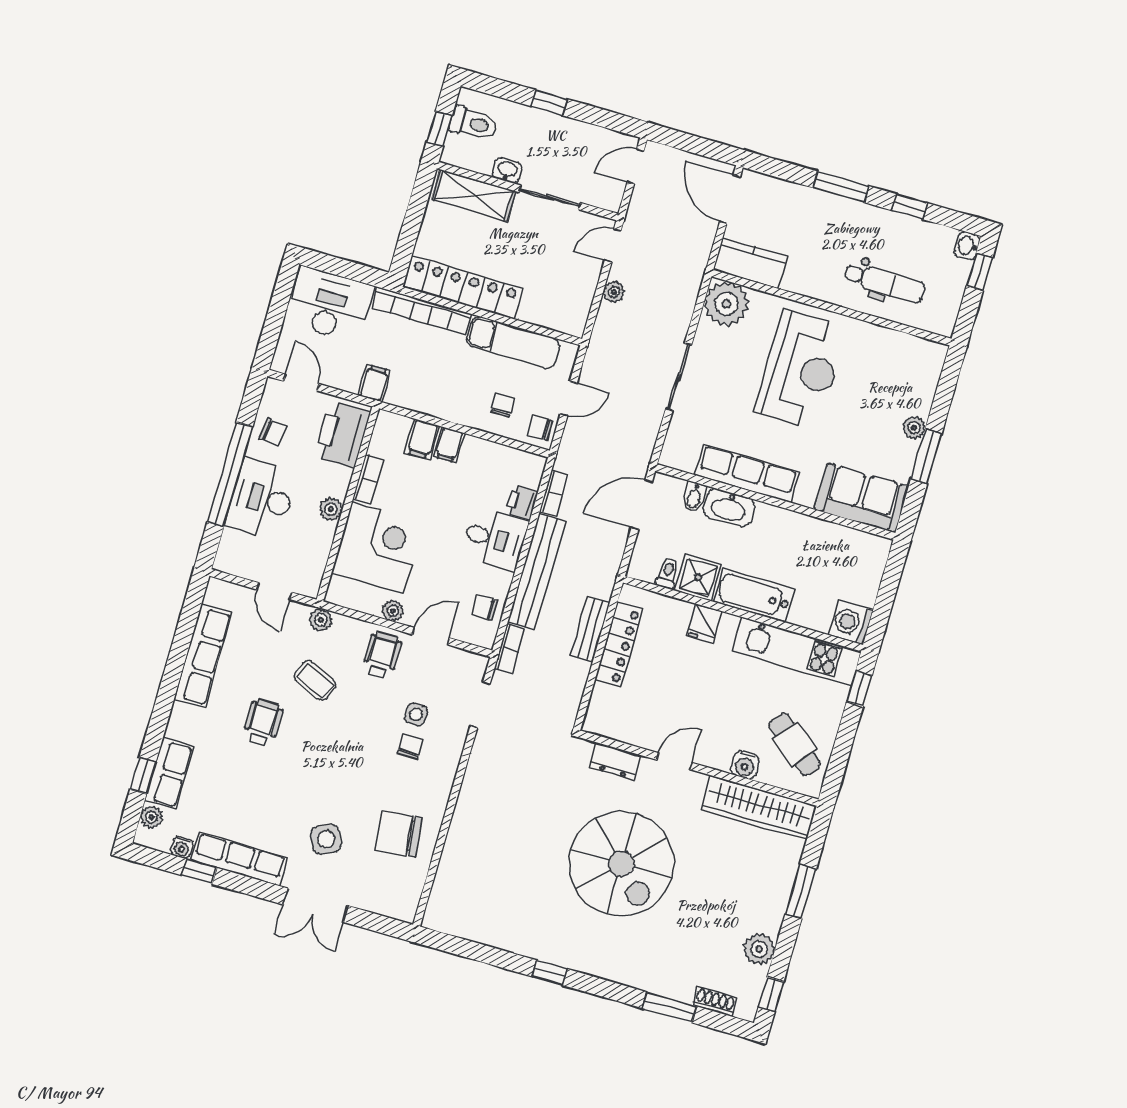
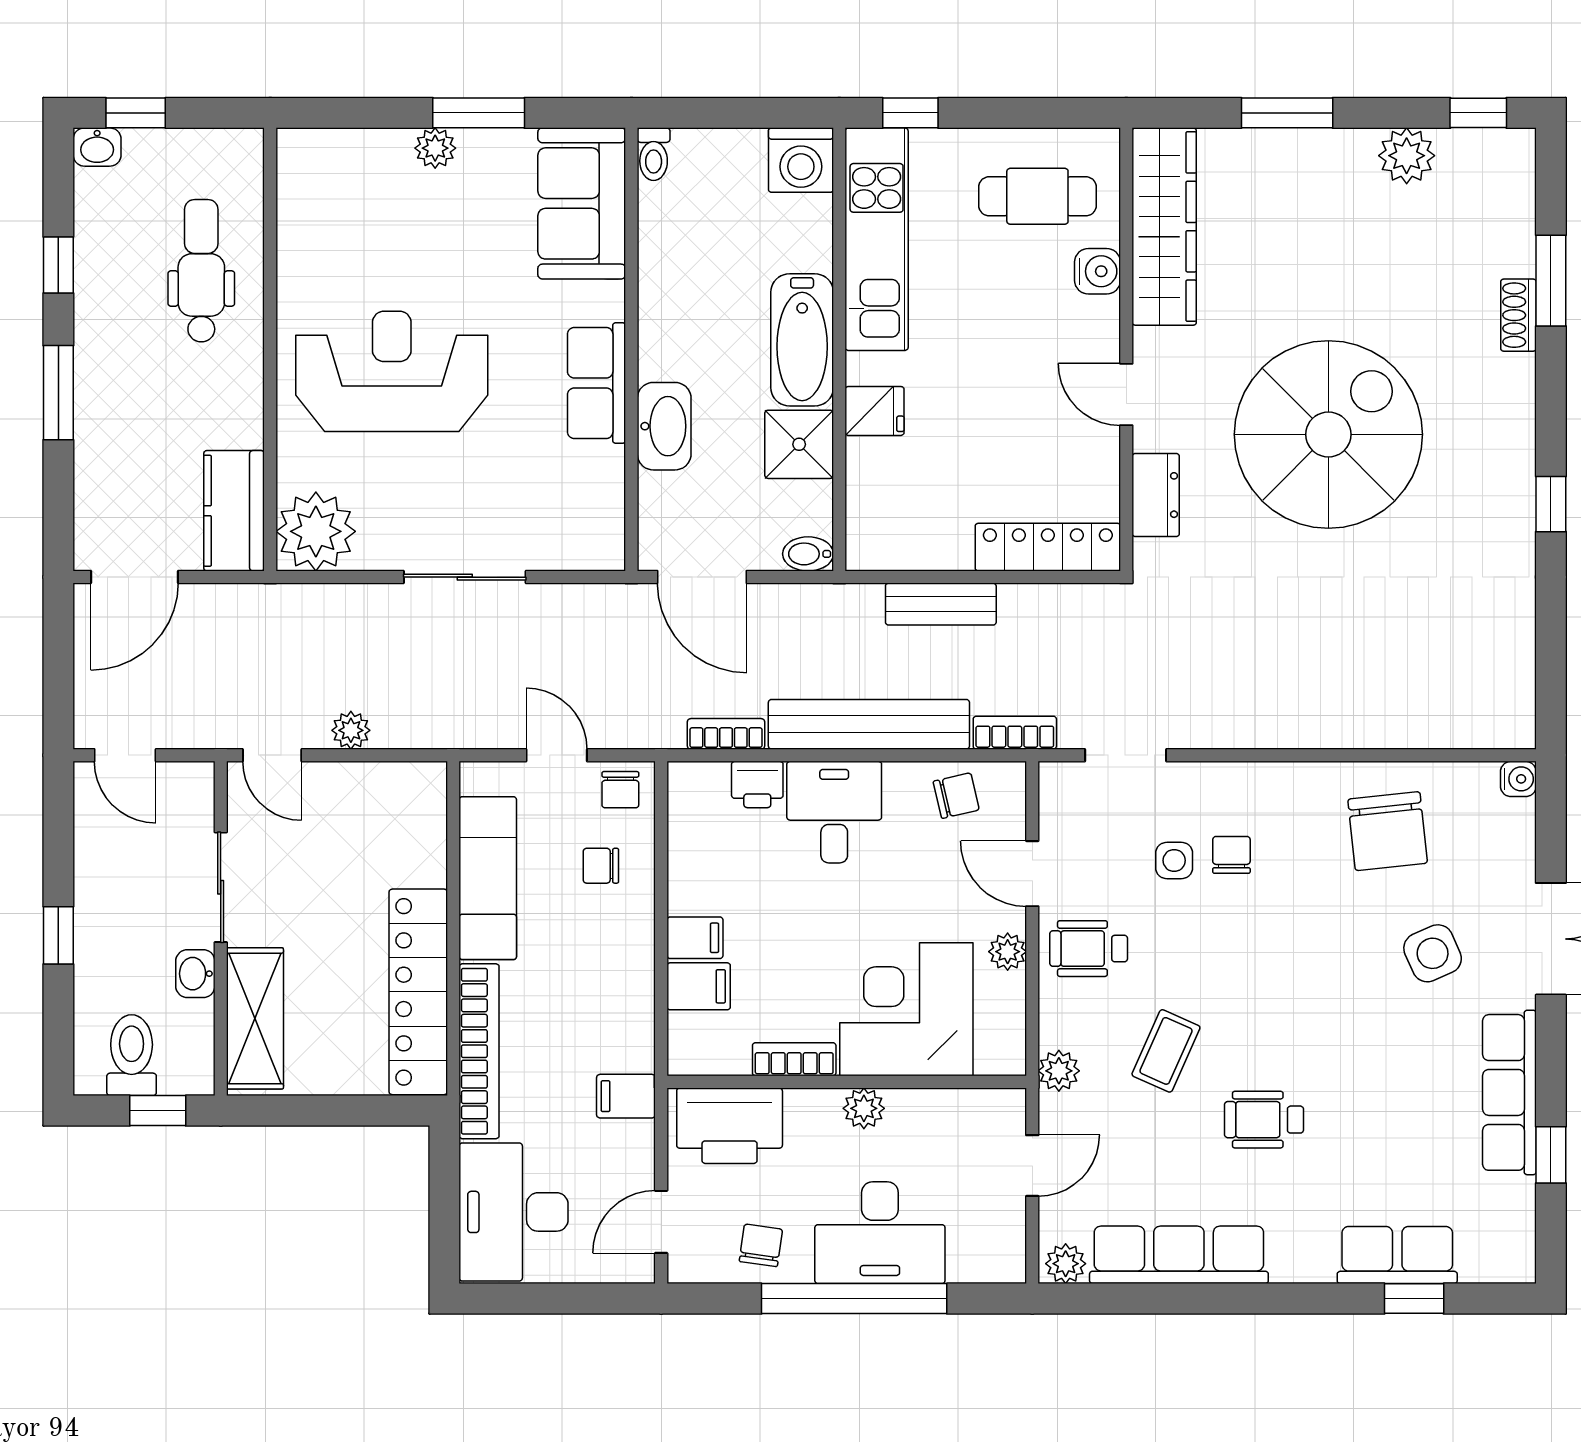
row of seats: (747, 473) -> (597, 383), width x0.68
bidet: (694, 497) -> (808, 554), moved, turned 180
toilet: (668, 573) -> (654, 154), moved, turned -90
chair: (485, 607) -> (956, 796), turned -103
locker: (619, 645) -> (1048, 547), moved
cafe table: (795, 744) -> (1037, 196), turned 50
chair: (410, 746) -> (1231, 855), turned 90
plant: (151, 817) -> (1066, 1264), moved
water cooler: (182, 848) -> (1518, 779), moved
shoe rack: (715, 1001) -> (1518, 315), moved

